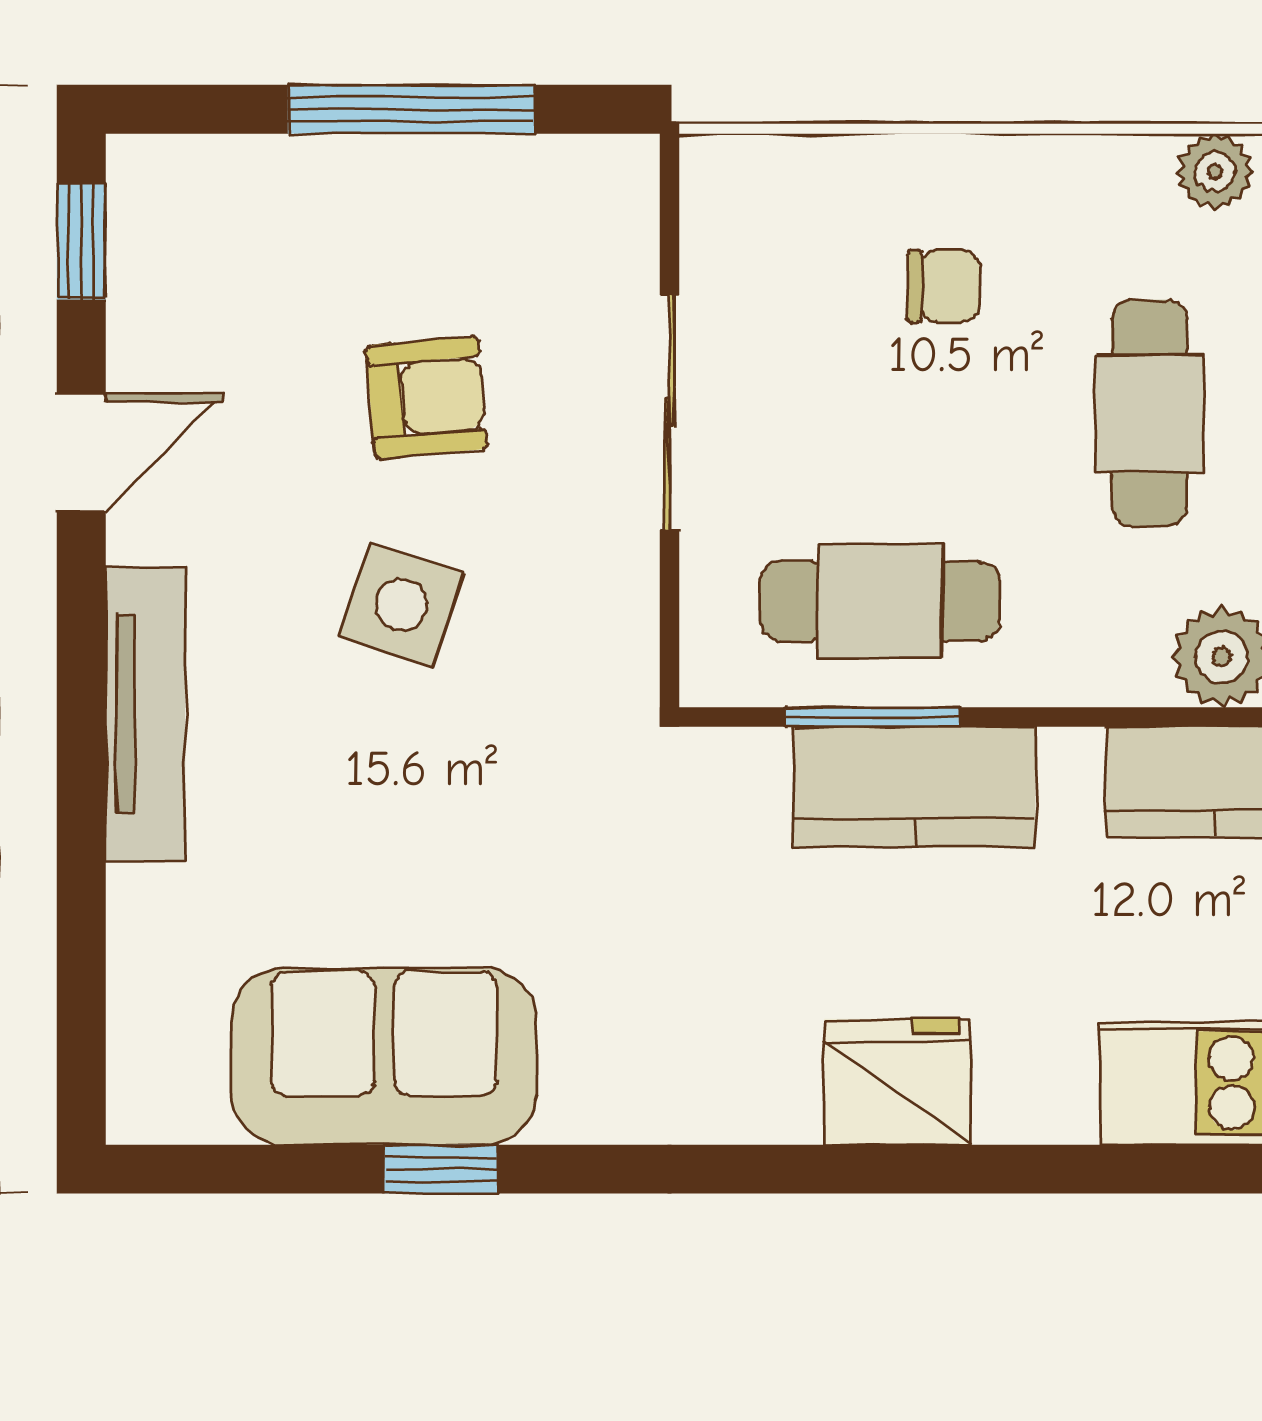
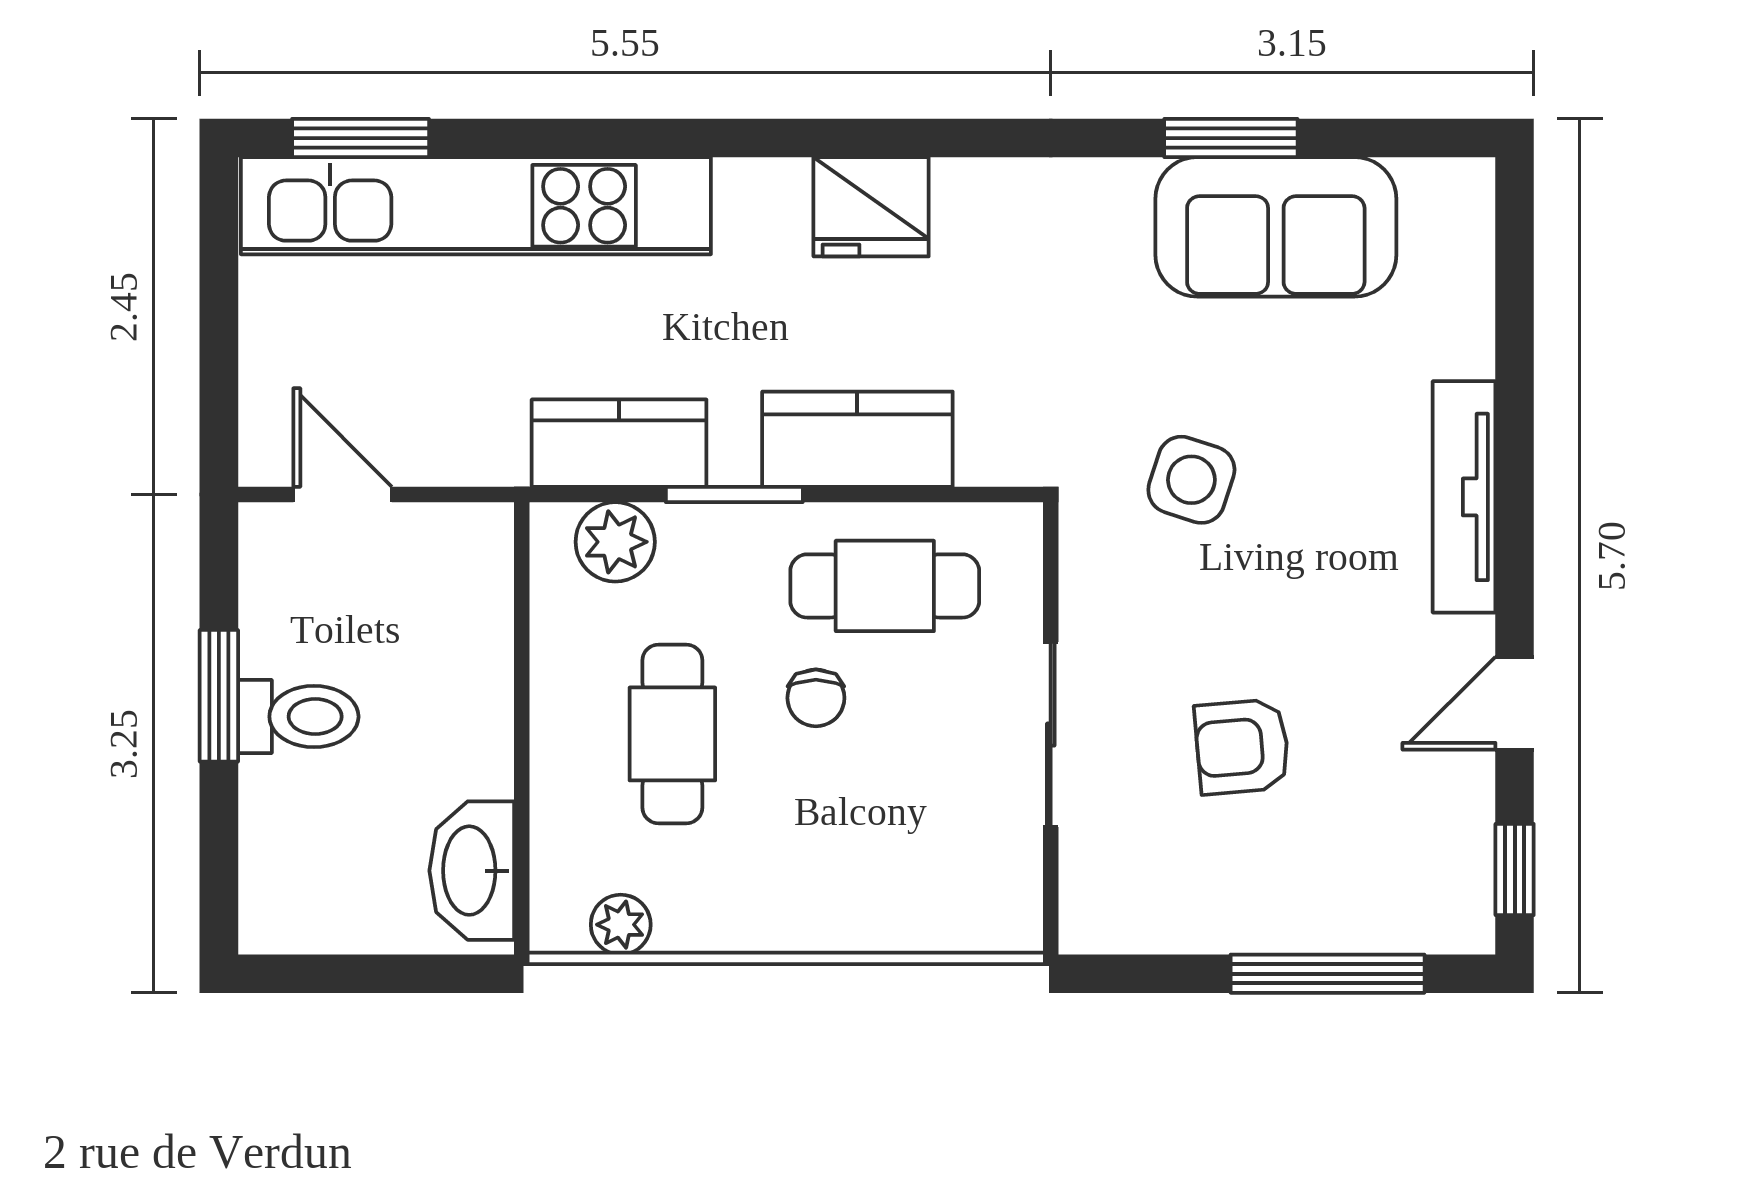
window: (411, 109) -> (1328, 974), moved
chair: (944, 286) -> (816, 698), moved, turned -90
side table: (401, 605) -> (1191, 480), moved
window: (873, 717) -> (734, 495), moved
window: (441, 1169) -> (1231, 138), width x1.50

